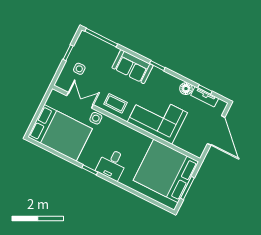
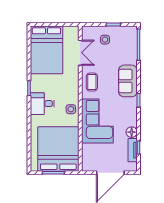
side table: (96, 118) -> (71, 109), moved

